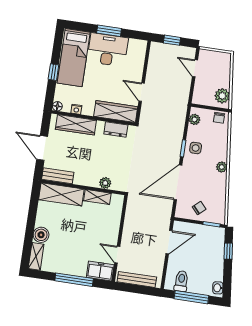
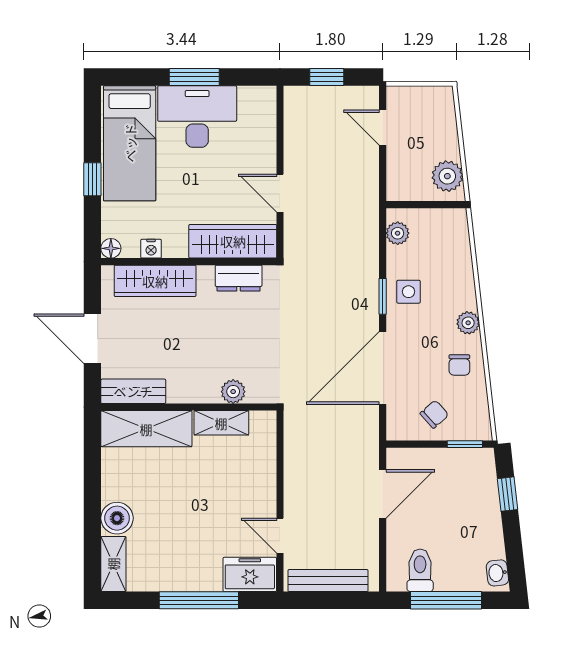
chair: (219, 118) -> (459, 365), moved

